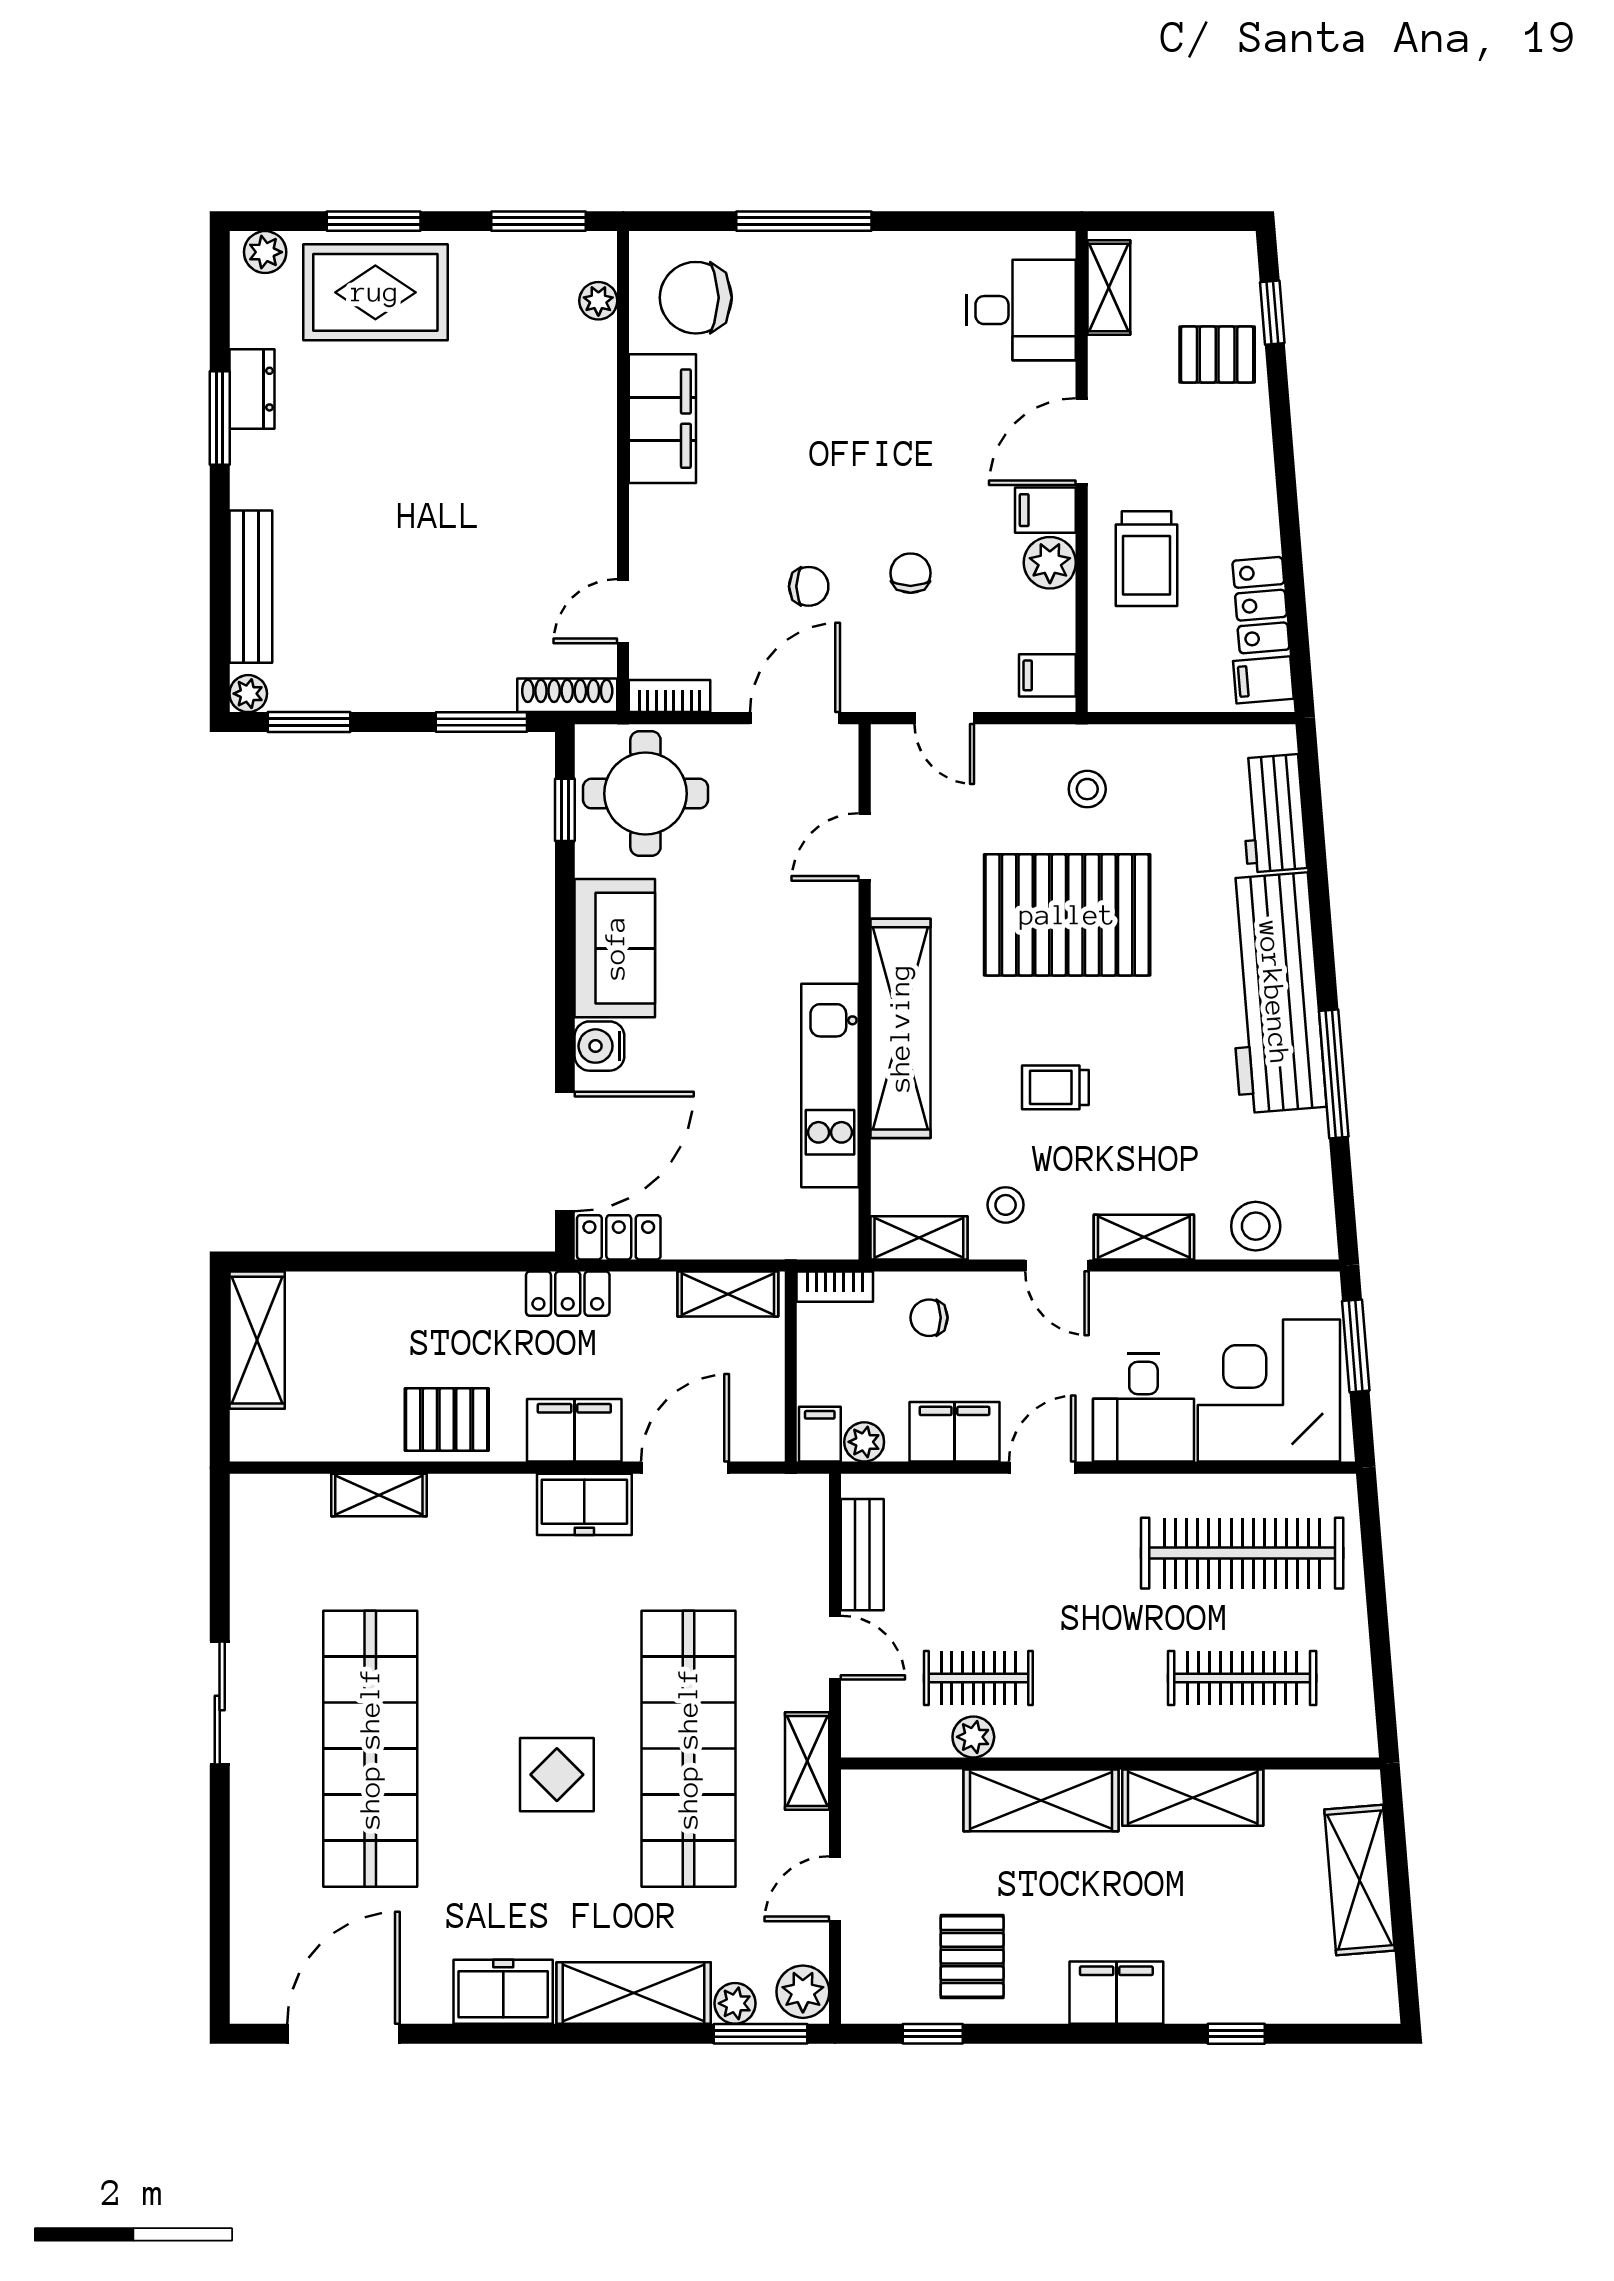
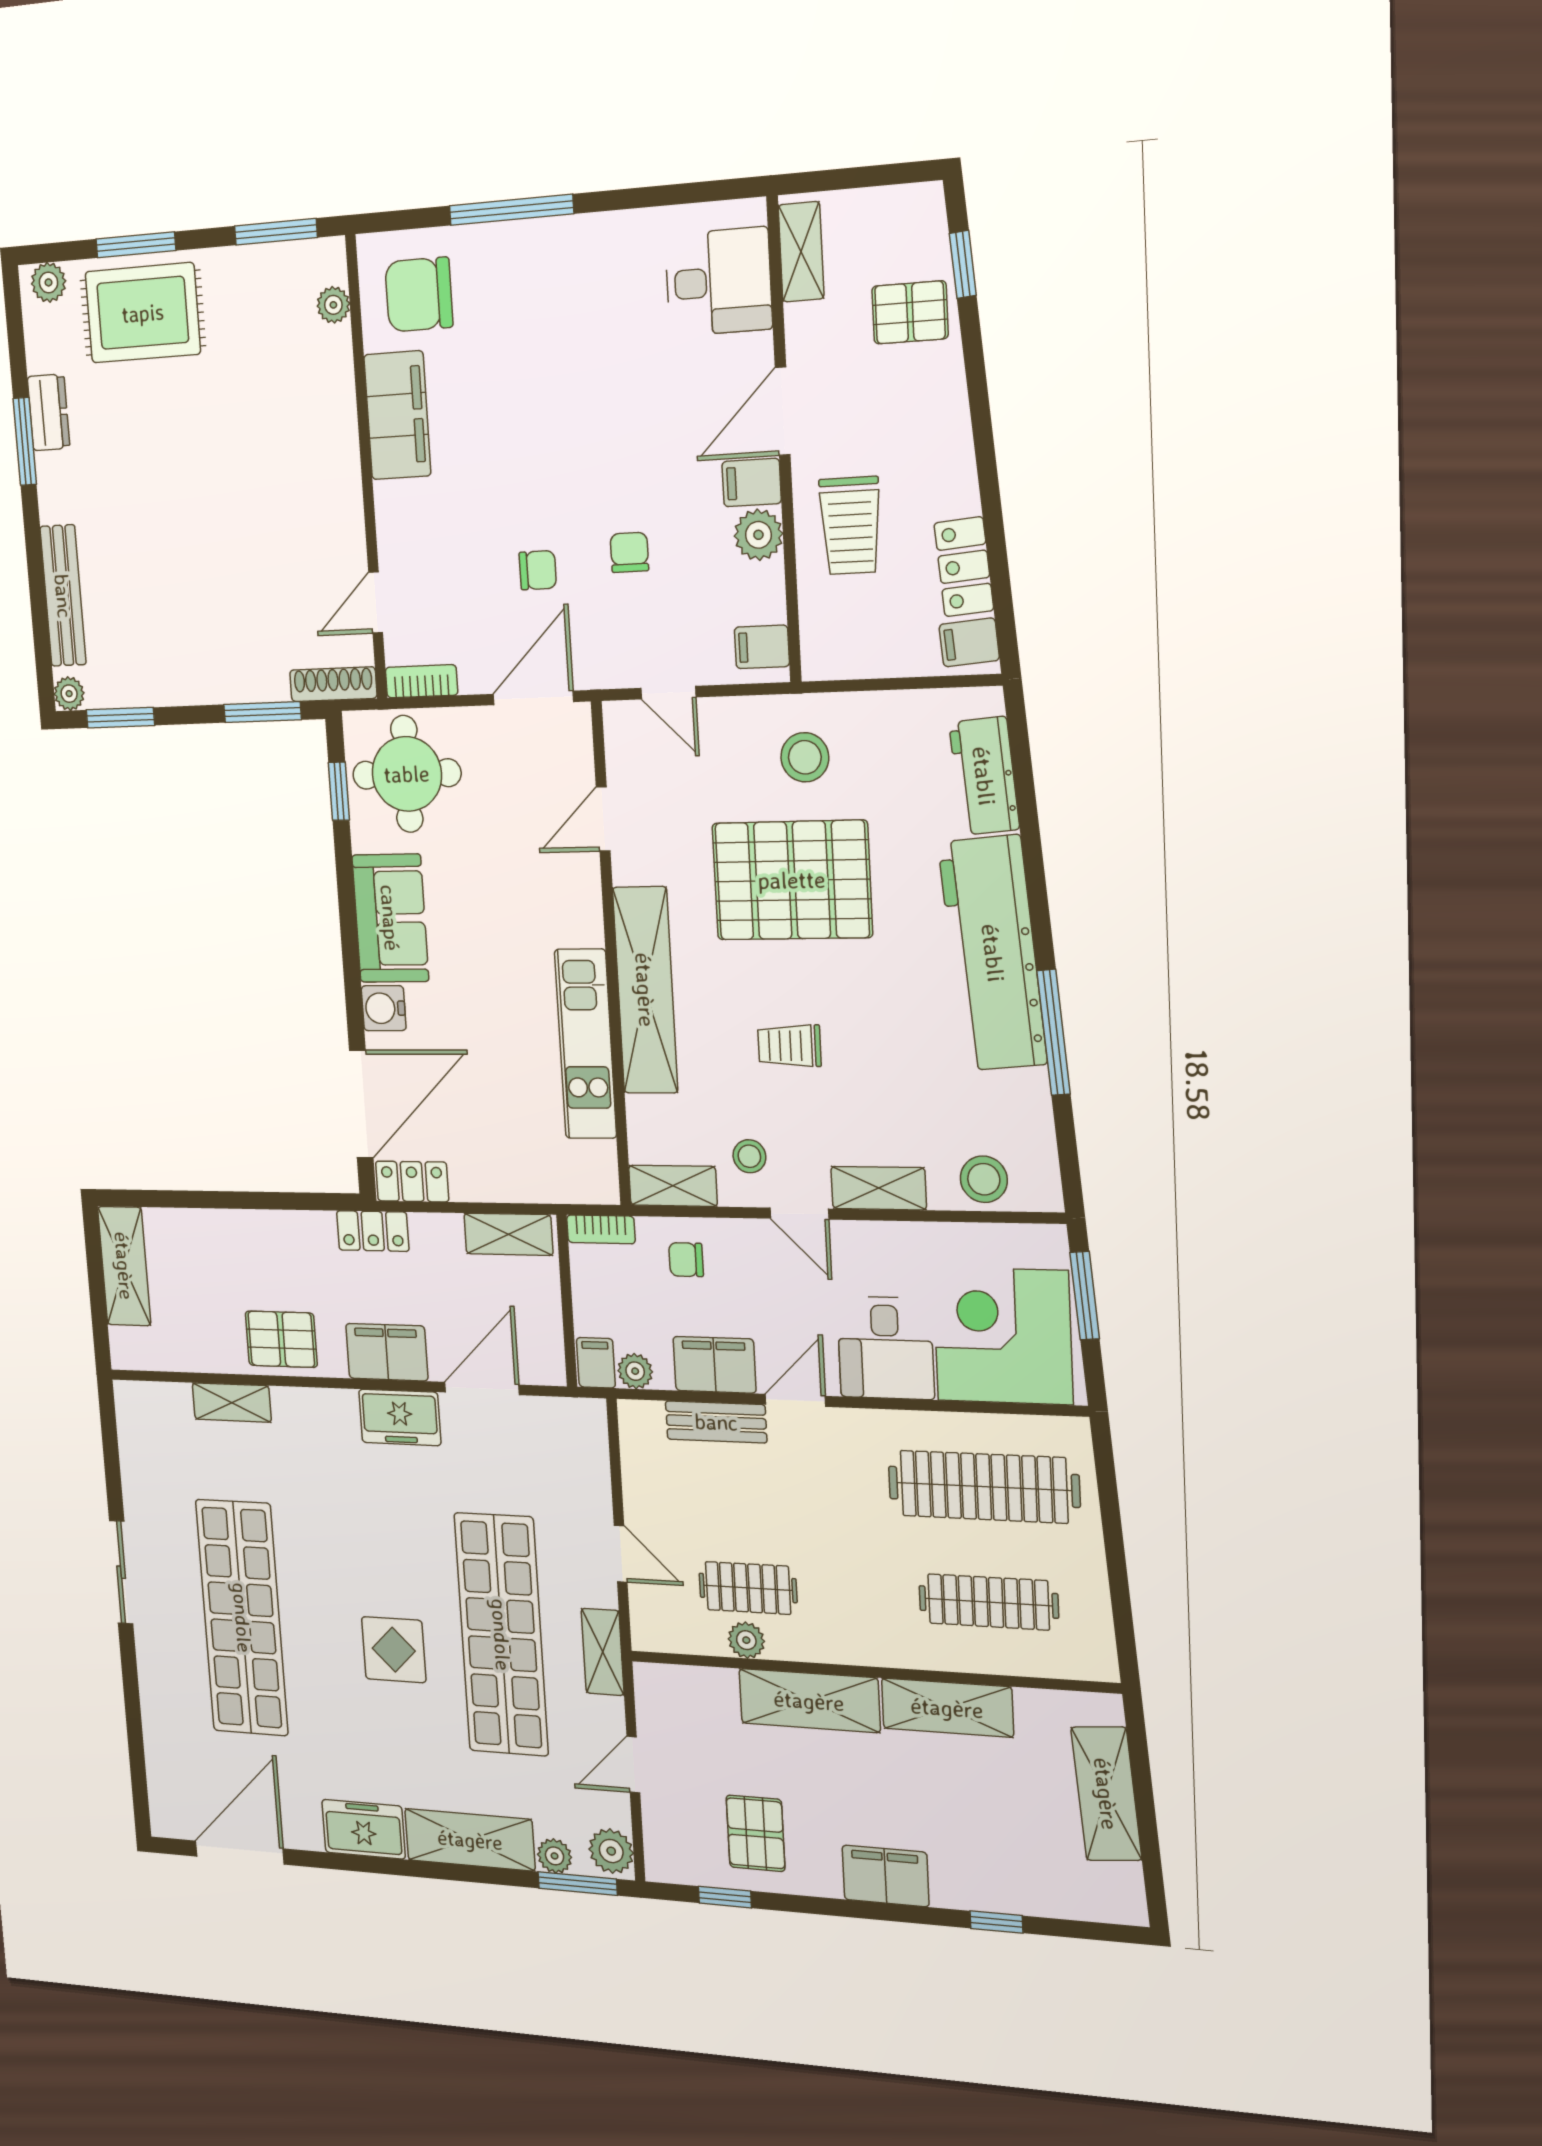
stool: (1087, 789) -> (805, 757), width x1.37, depth x1.37
bench: (862, 1555) -> (716, 1422), moved, turned 90

